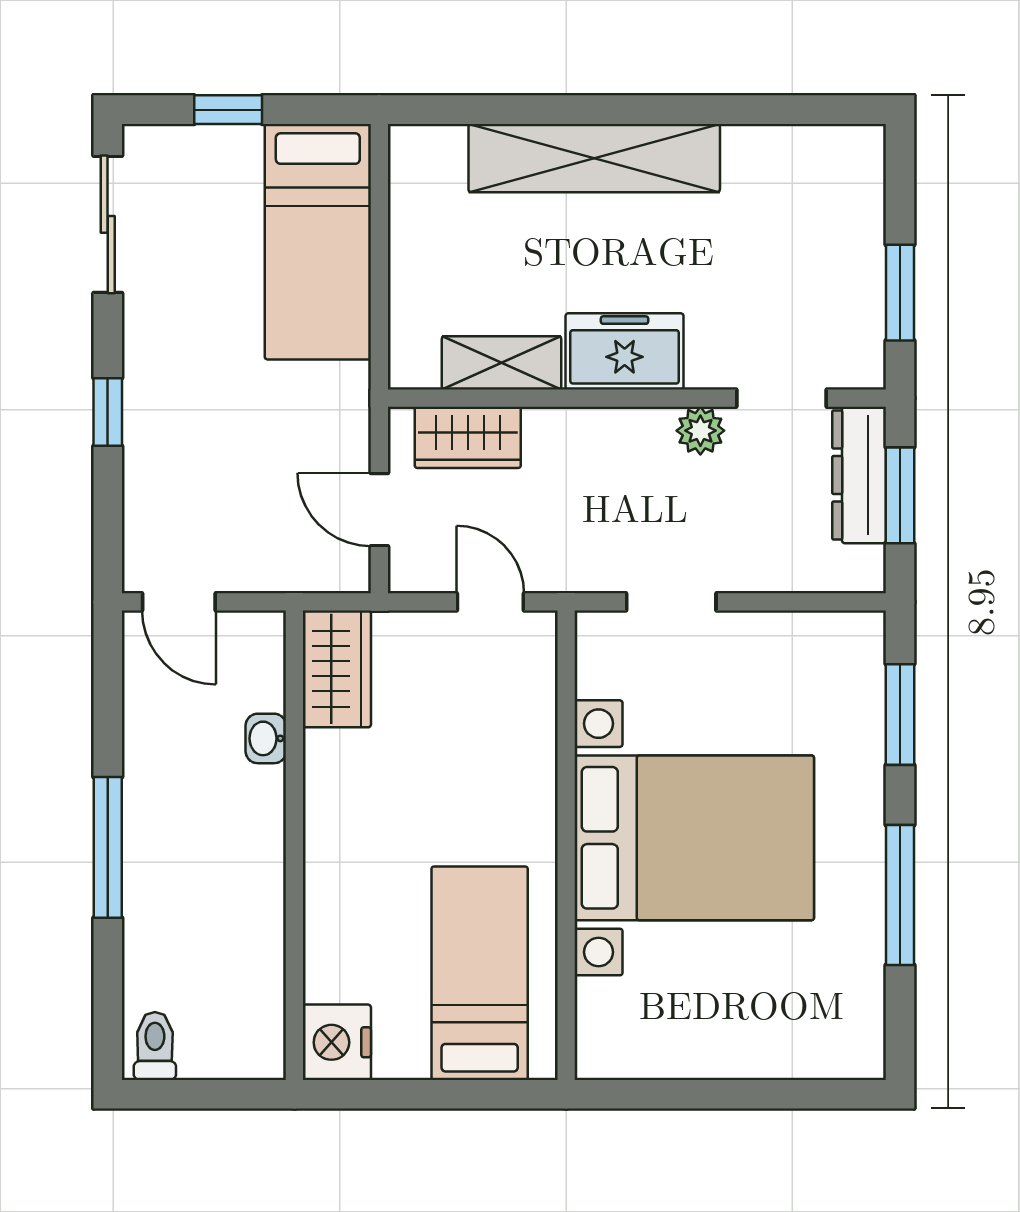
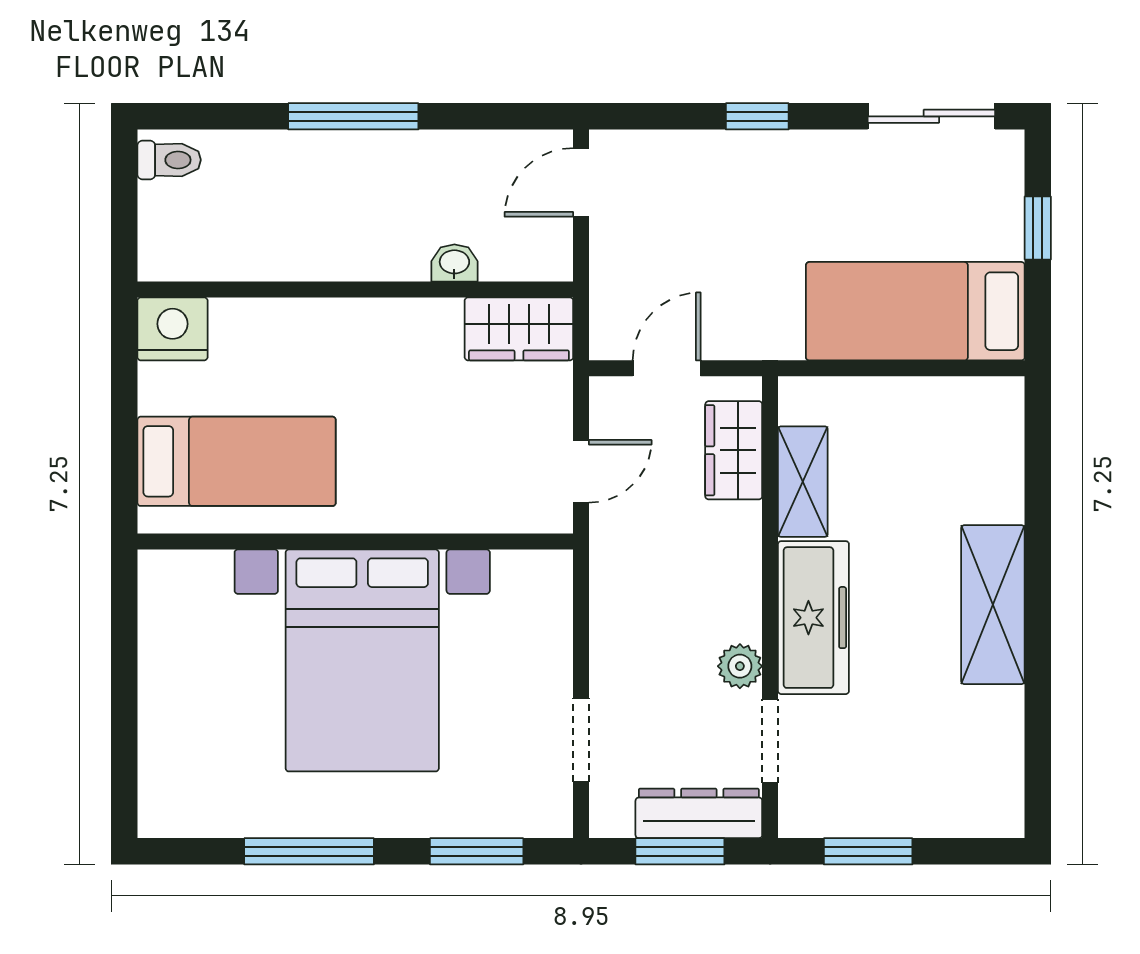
shelving: (594, 158) -> (993, 605), width x0.68
freezer: (625, 351) -> (813, 618), width x1.40
doorway: (671, 602) -> (581, 740), moved

